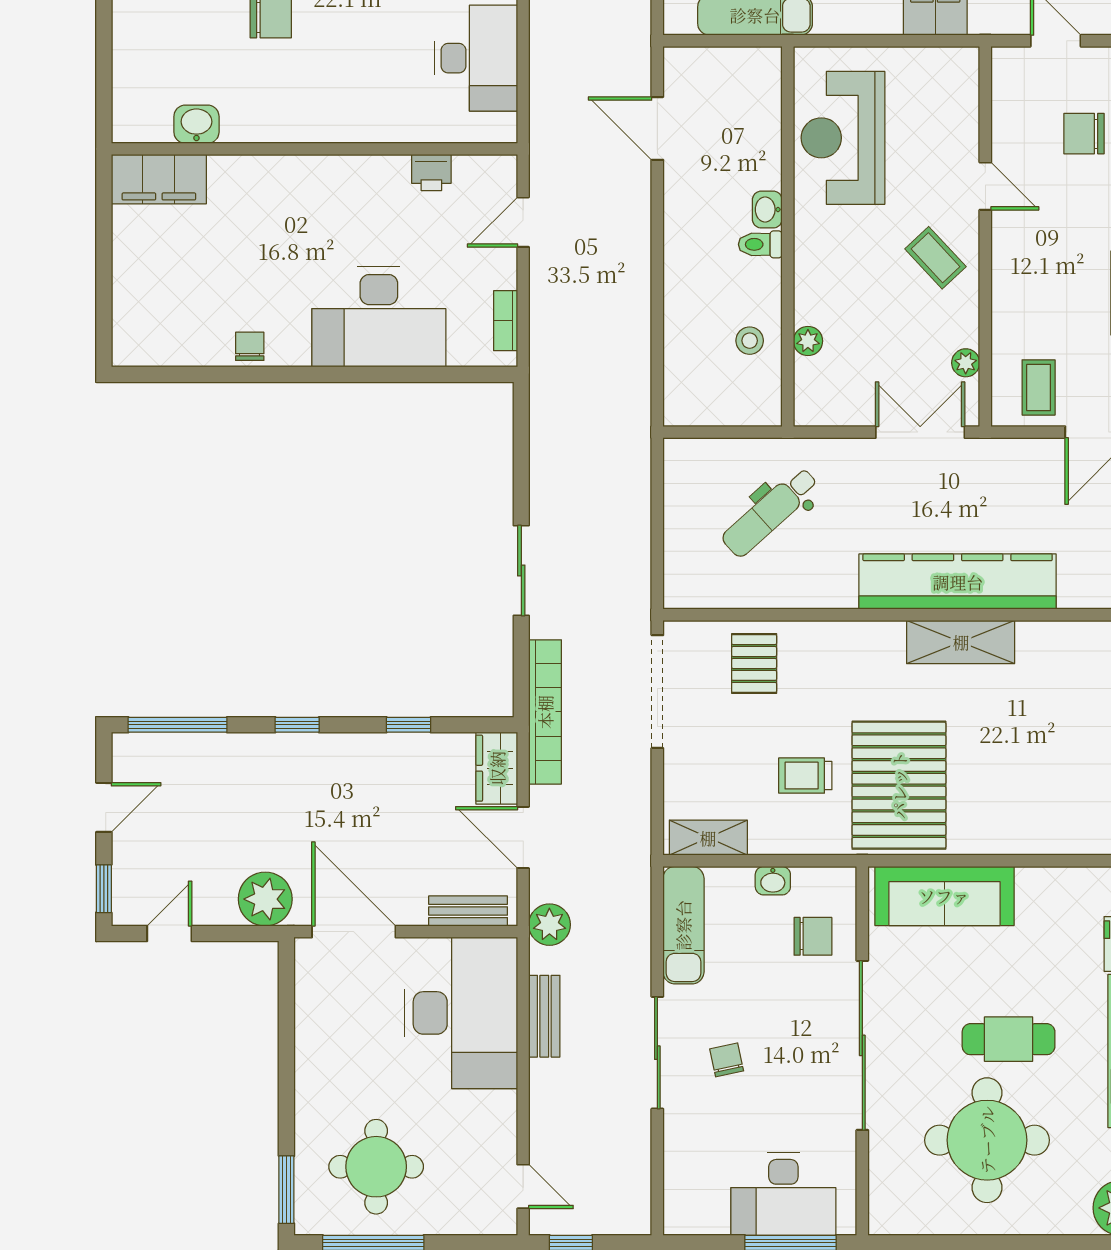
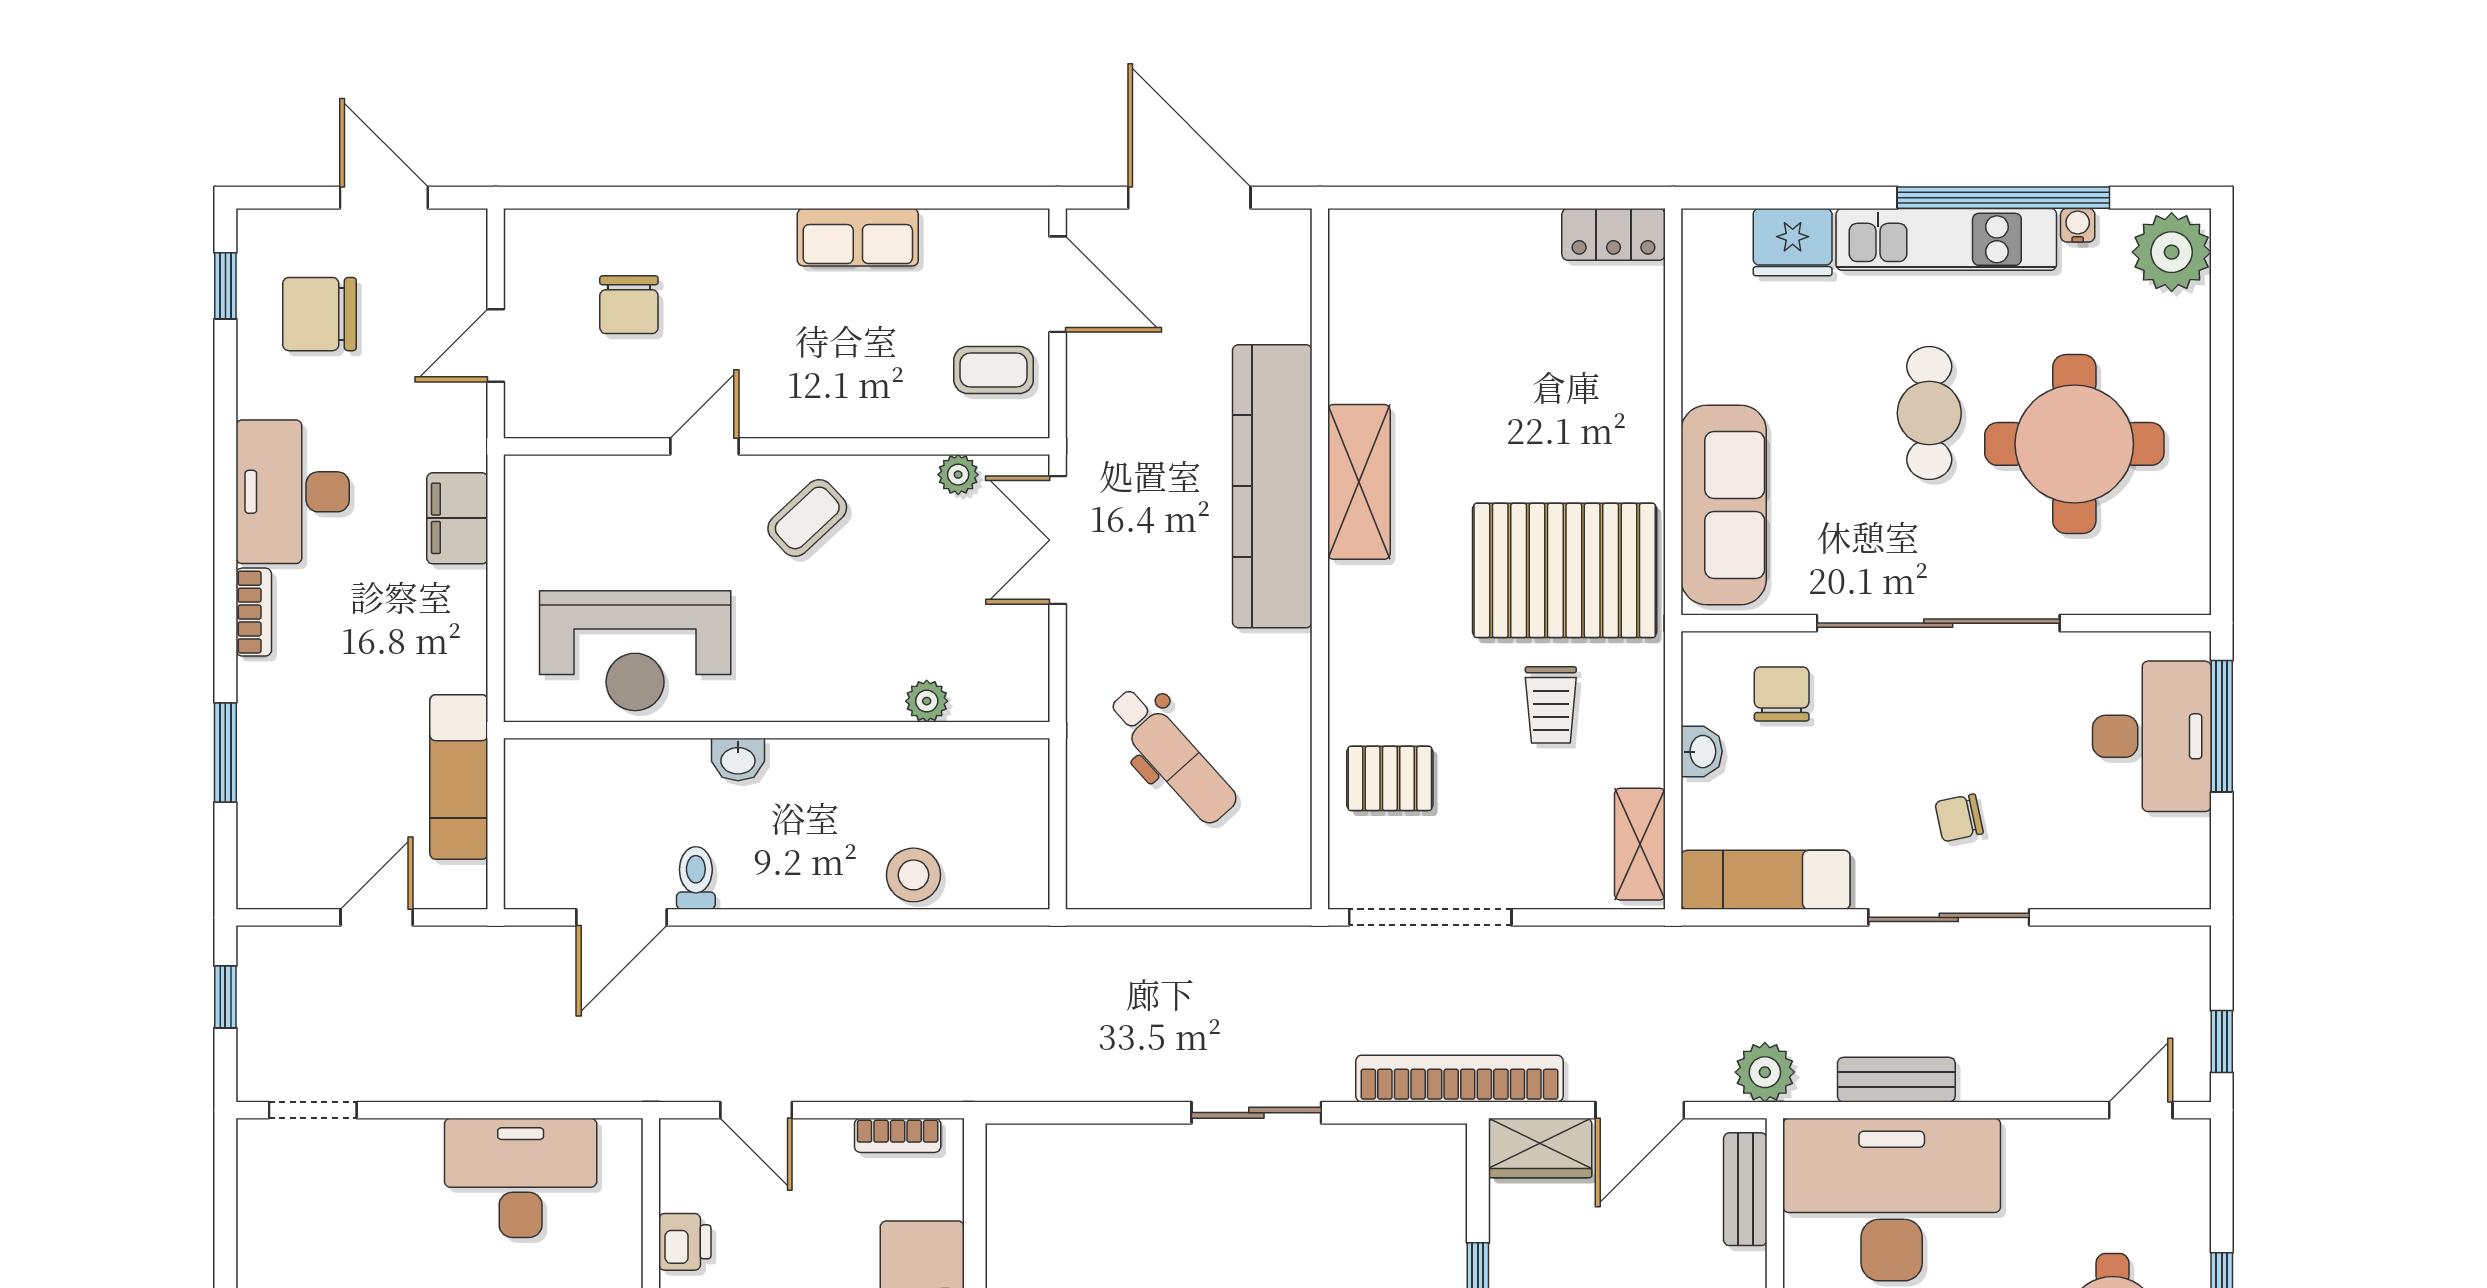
toilet: (760, 244) -> (696, 878), moved, turned 180
stool: (750, 341) -> (913, 875), moved, width x1.37, depth x1.37

